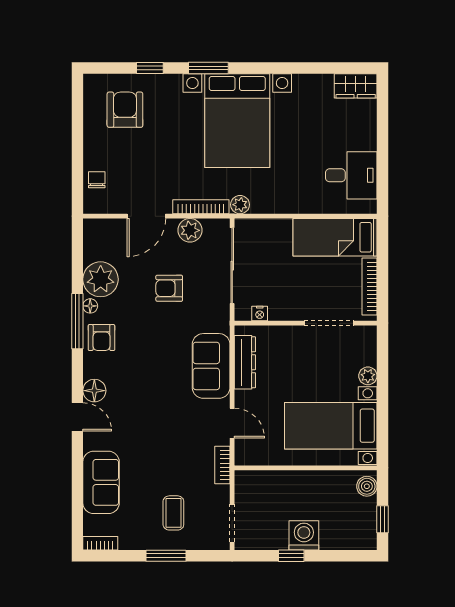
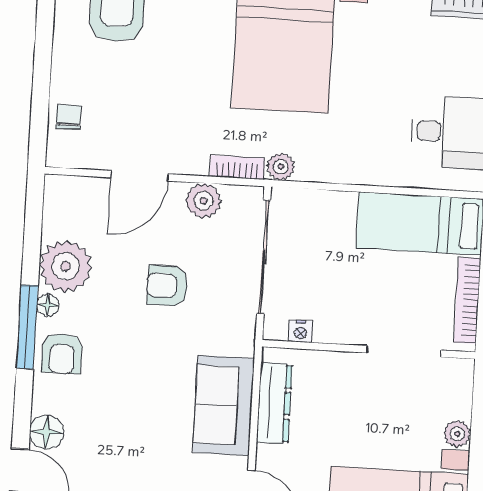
bookcase: (201, 207) -> (237, 167), width x0.64

